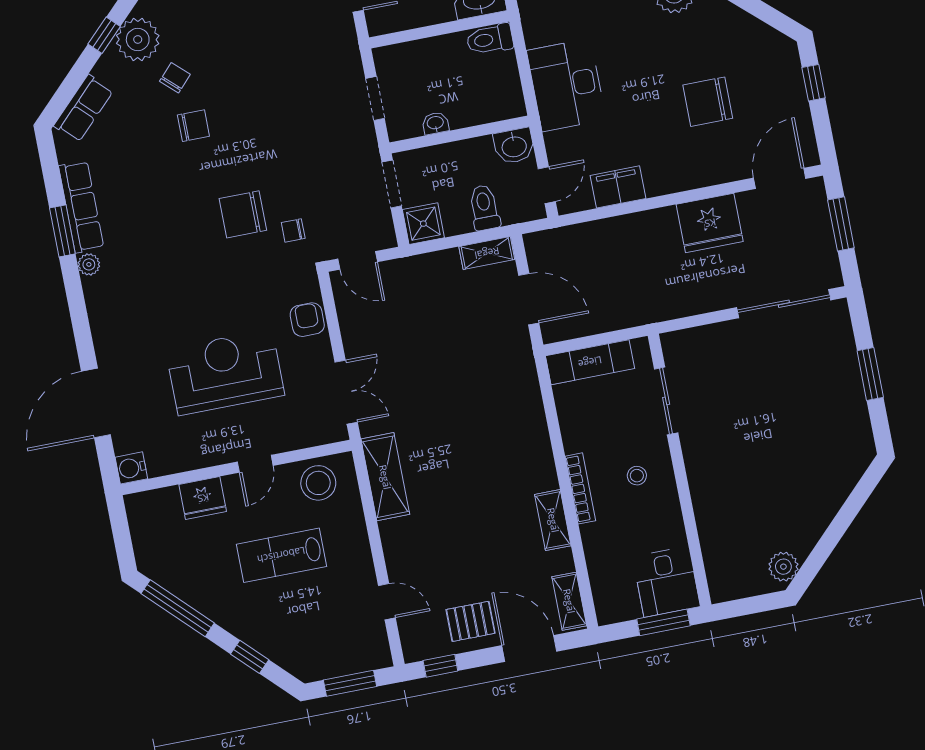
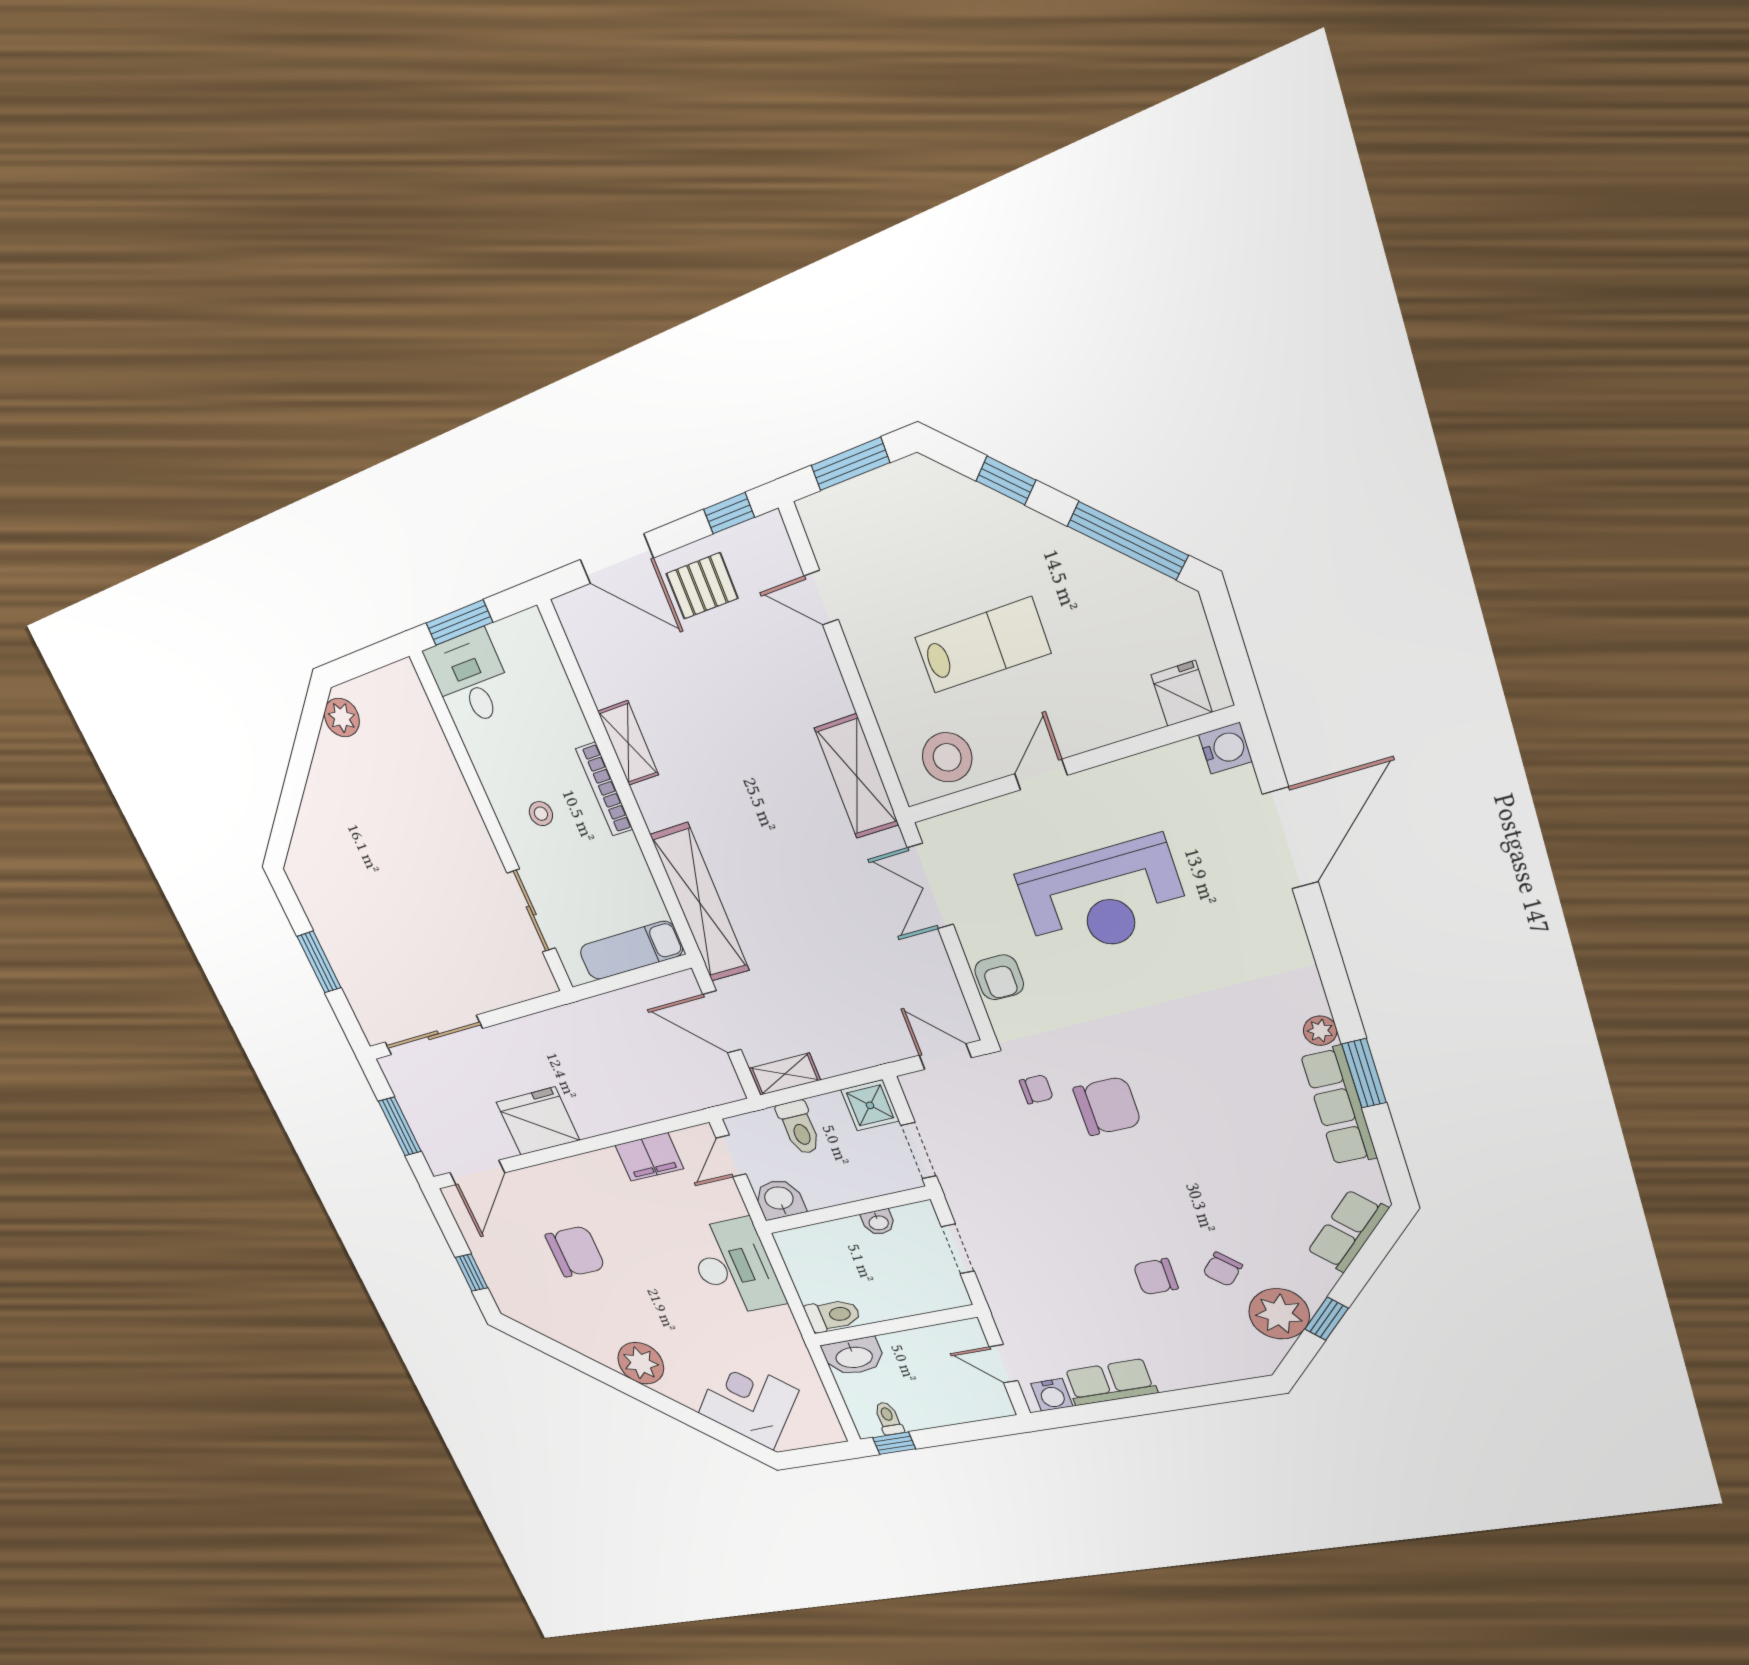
chair: (193, 126) -> (1156, 1277), moved
fridge: (203, 498) -> (1181, 693), moved, width x0.72
shelving: (569, 601) -> (700, 903), moved, width x2.20, depth x1.33

